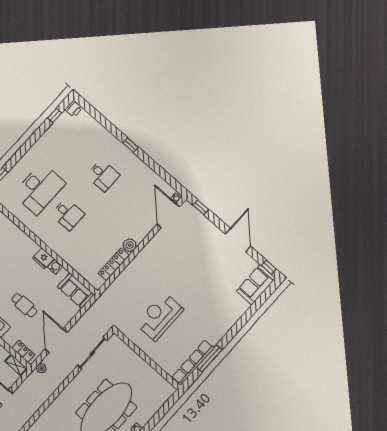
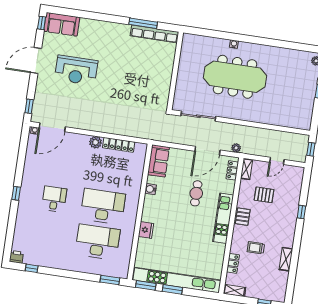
desk: (68, 214) -> (103, 206), width x1.87, depth x1.30
fridge: (43, 258) -> (146, 230), moved
reception desk: (160, 317) -> (76, 70), moved

